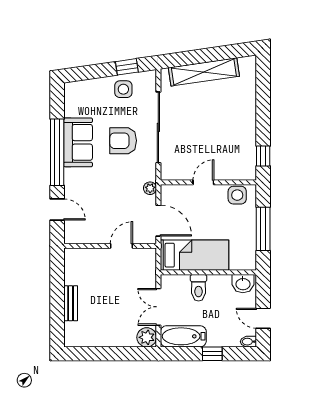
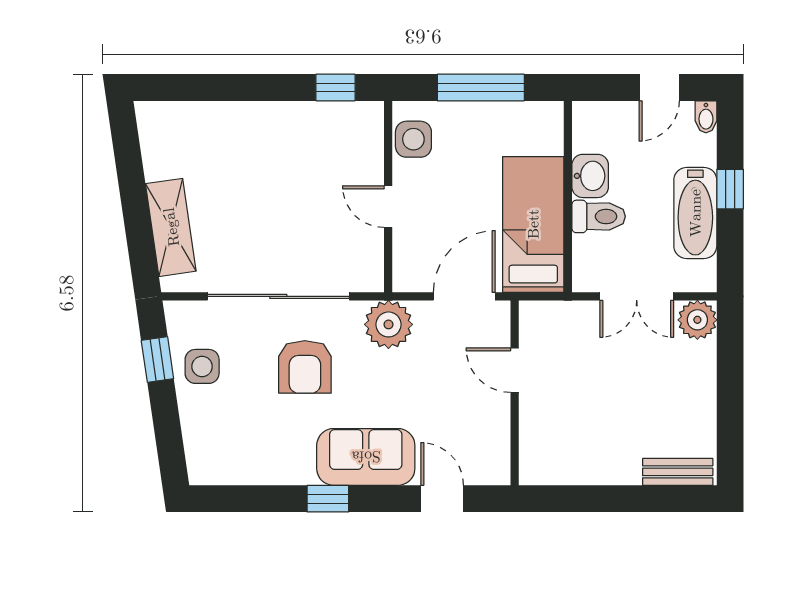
shelving: (204, 72) -> (171, 227), width x0.68
sofa: (78, 142) -> (366, 457), moved
window: (57, 152) -> (328, 499), width x0.32
plant: (150, 188) -> (388, 324), width x1.87, depth x1.87
door: (57, 209) -> (442, 499), hinge flipped
washbasin: (243, 284) -> (590, 176), moved
bench: (71, 303) -> (678, 472), moved
bathtub: (183, 336) -> (695, 213), moved

